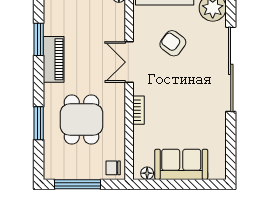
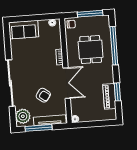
piano: (54, 59) -> (109, 96), moved
double door: (129, 62) -> (67, 83), width x1.37
window: (39, 123) -> (114, 46), width x2.11
sofa: (181, 164) -> (24, 30), moved

